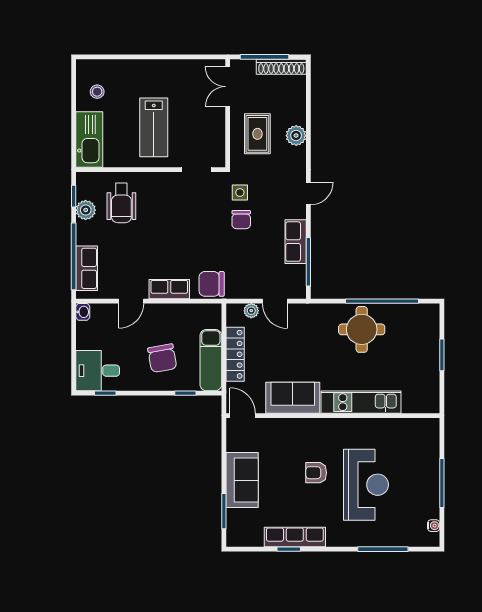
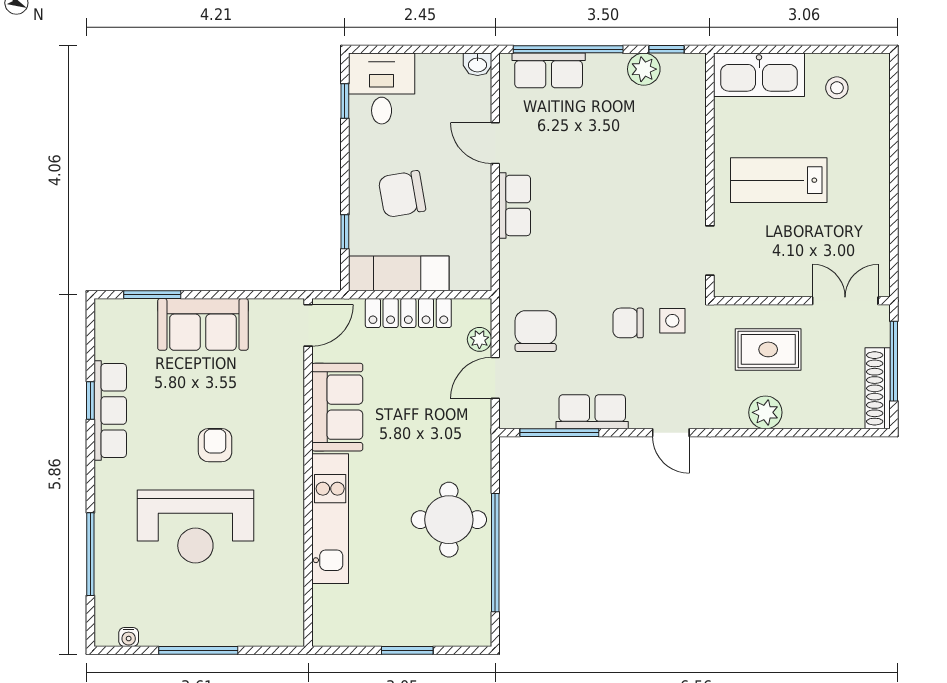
wheelchair: (121, 203) -> (655, 127), removed
chair: (212, 284) -> (536, 331), moved

